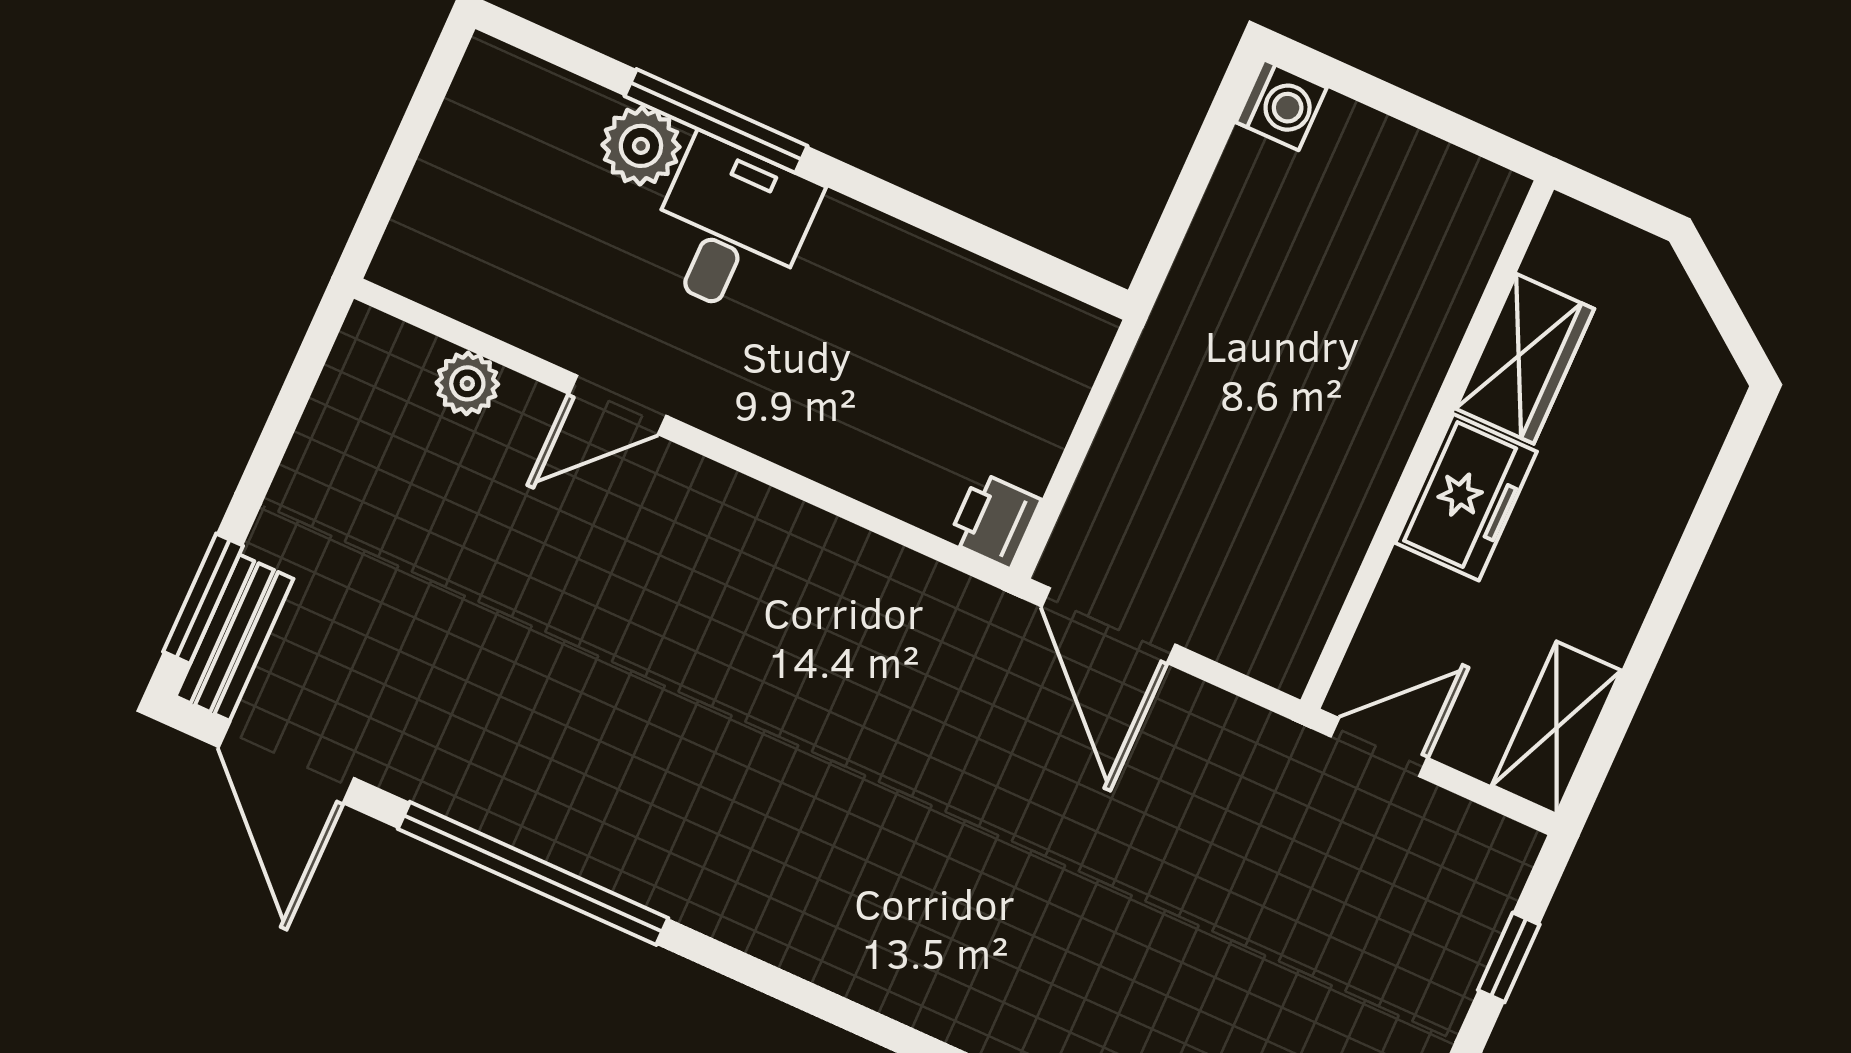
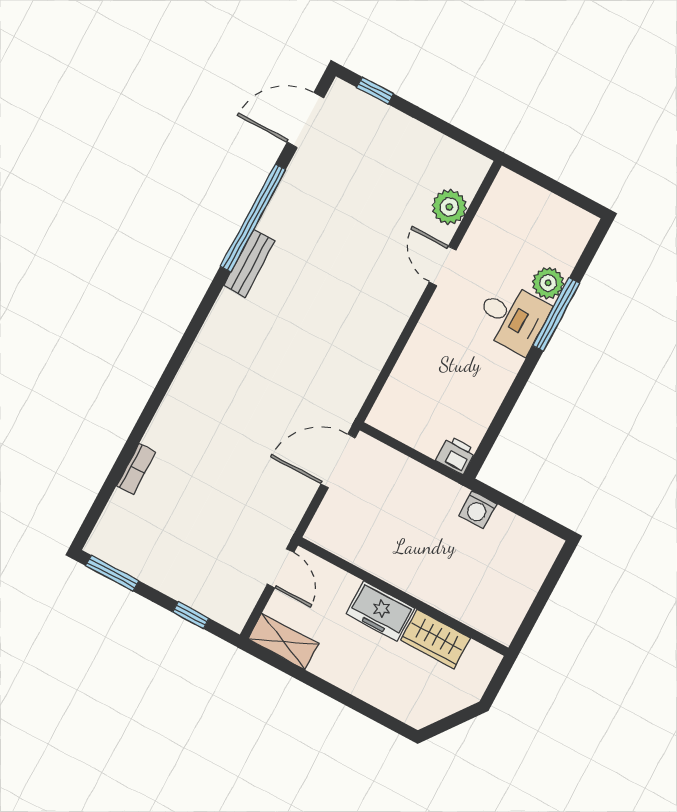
washing machine: (1281, 105) -> (478, 510), moved
plant: (467, 383) -> (449, 207), width x1.38, depth x1.38
printer: (994, 520) -> (456, 455), moved
window: (203, 599) -> (375, 91), width x0.67
bench: (234, 638) -> (249, 263), moved, turned 90

